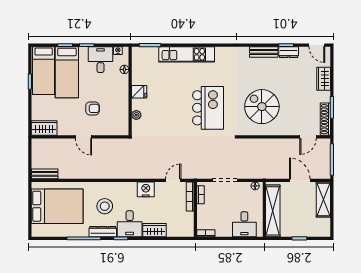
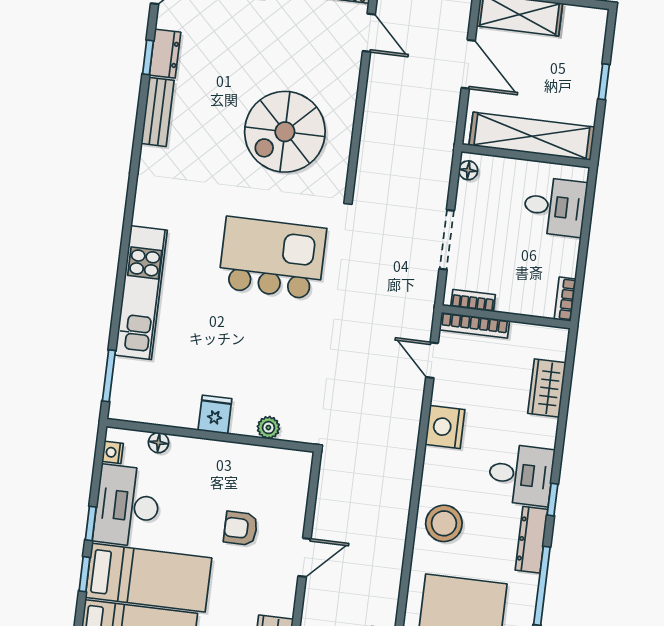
desk: (101, 60) -> (127, 506), width x1.37
armchair: (93, 108) -> (241, 528), turned -90
door: (300, 180) -> (468, 64), swing flipped
stool: (105, 206) -> (444, 523), moved
wardrobe: (154, 230) -> (547, 388), moved

